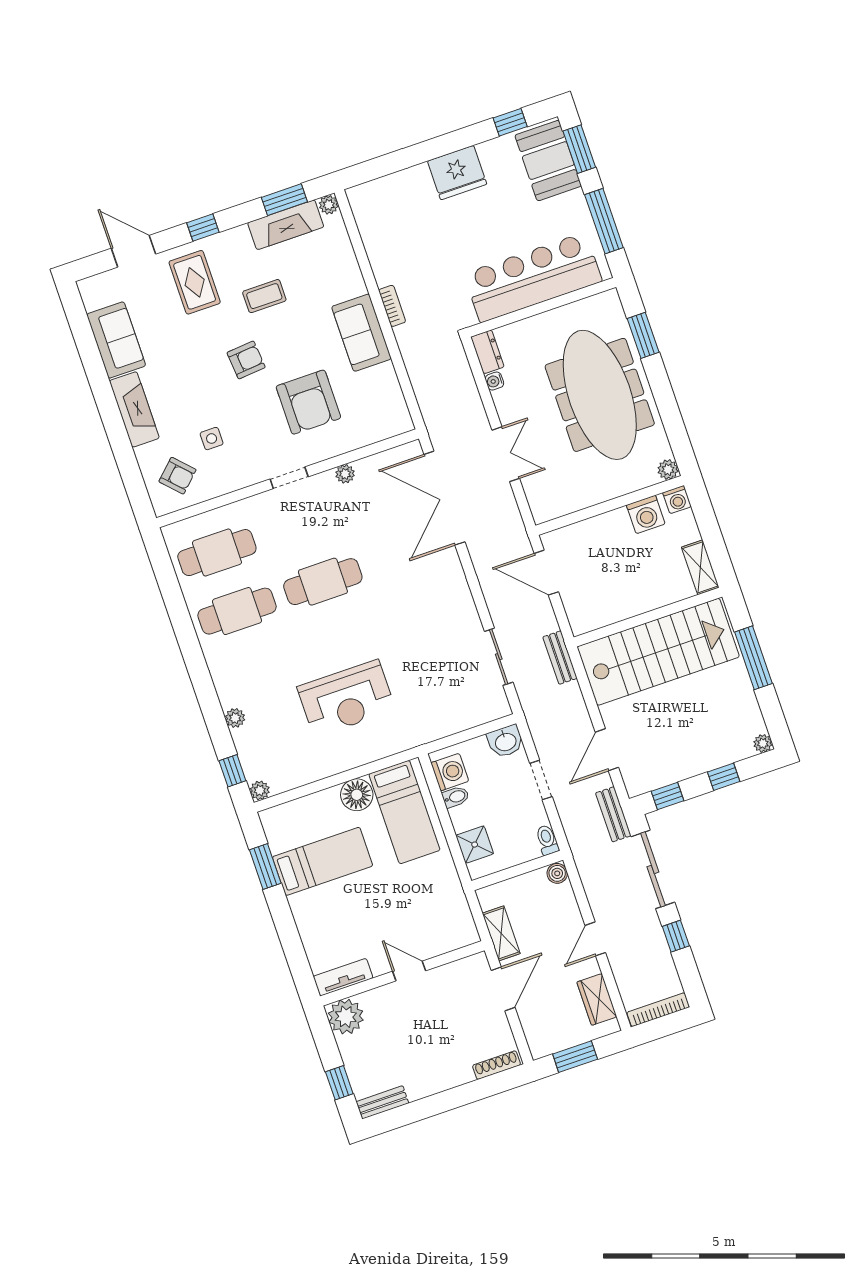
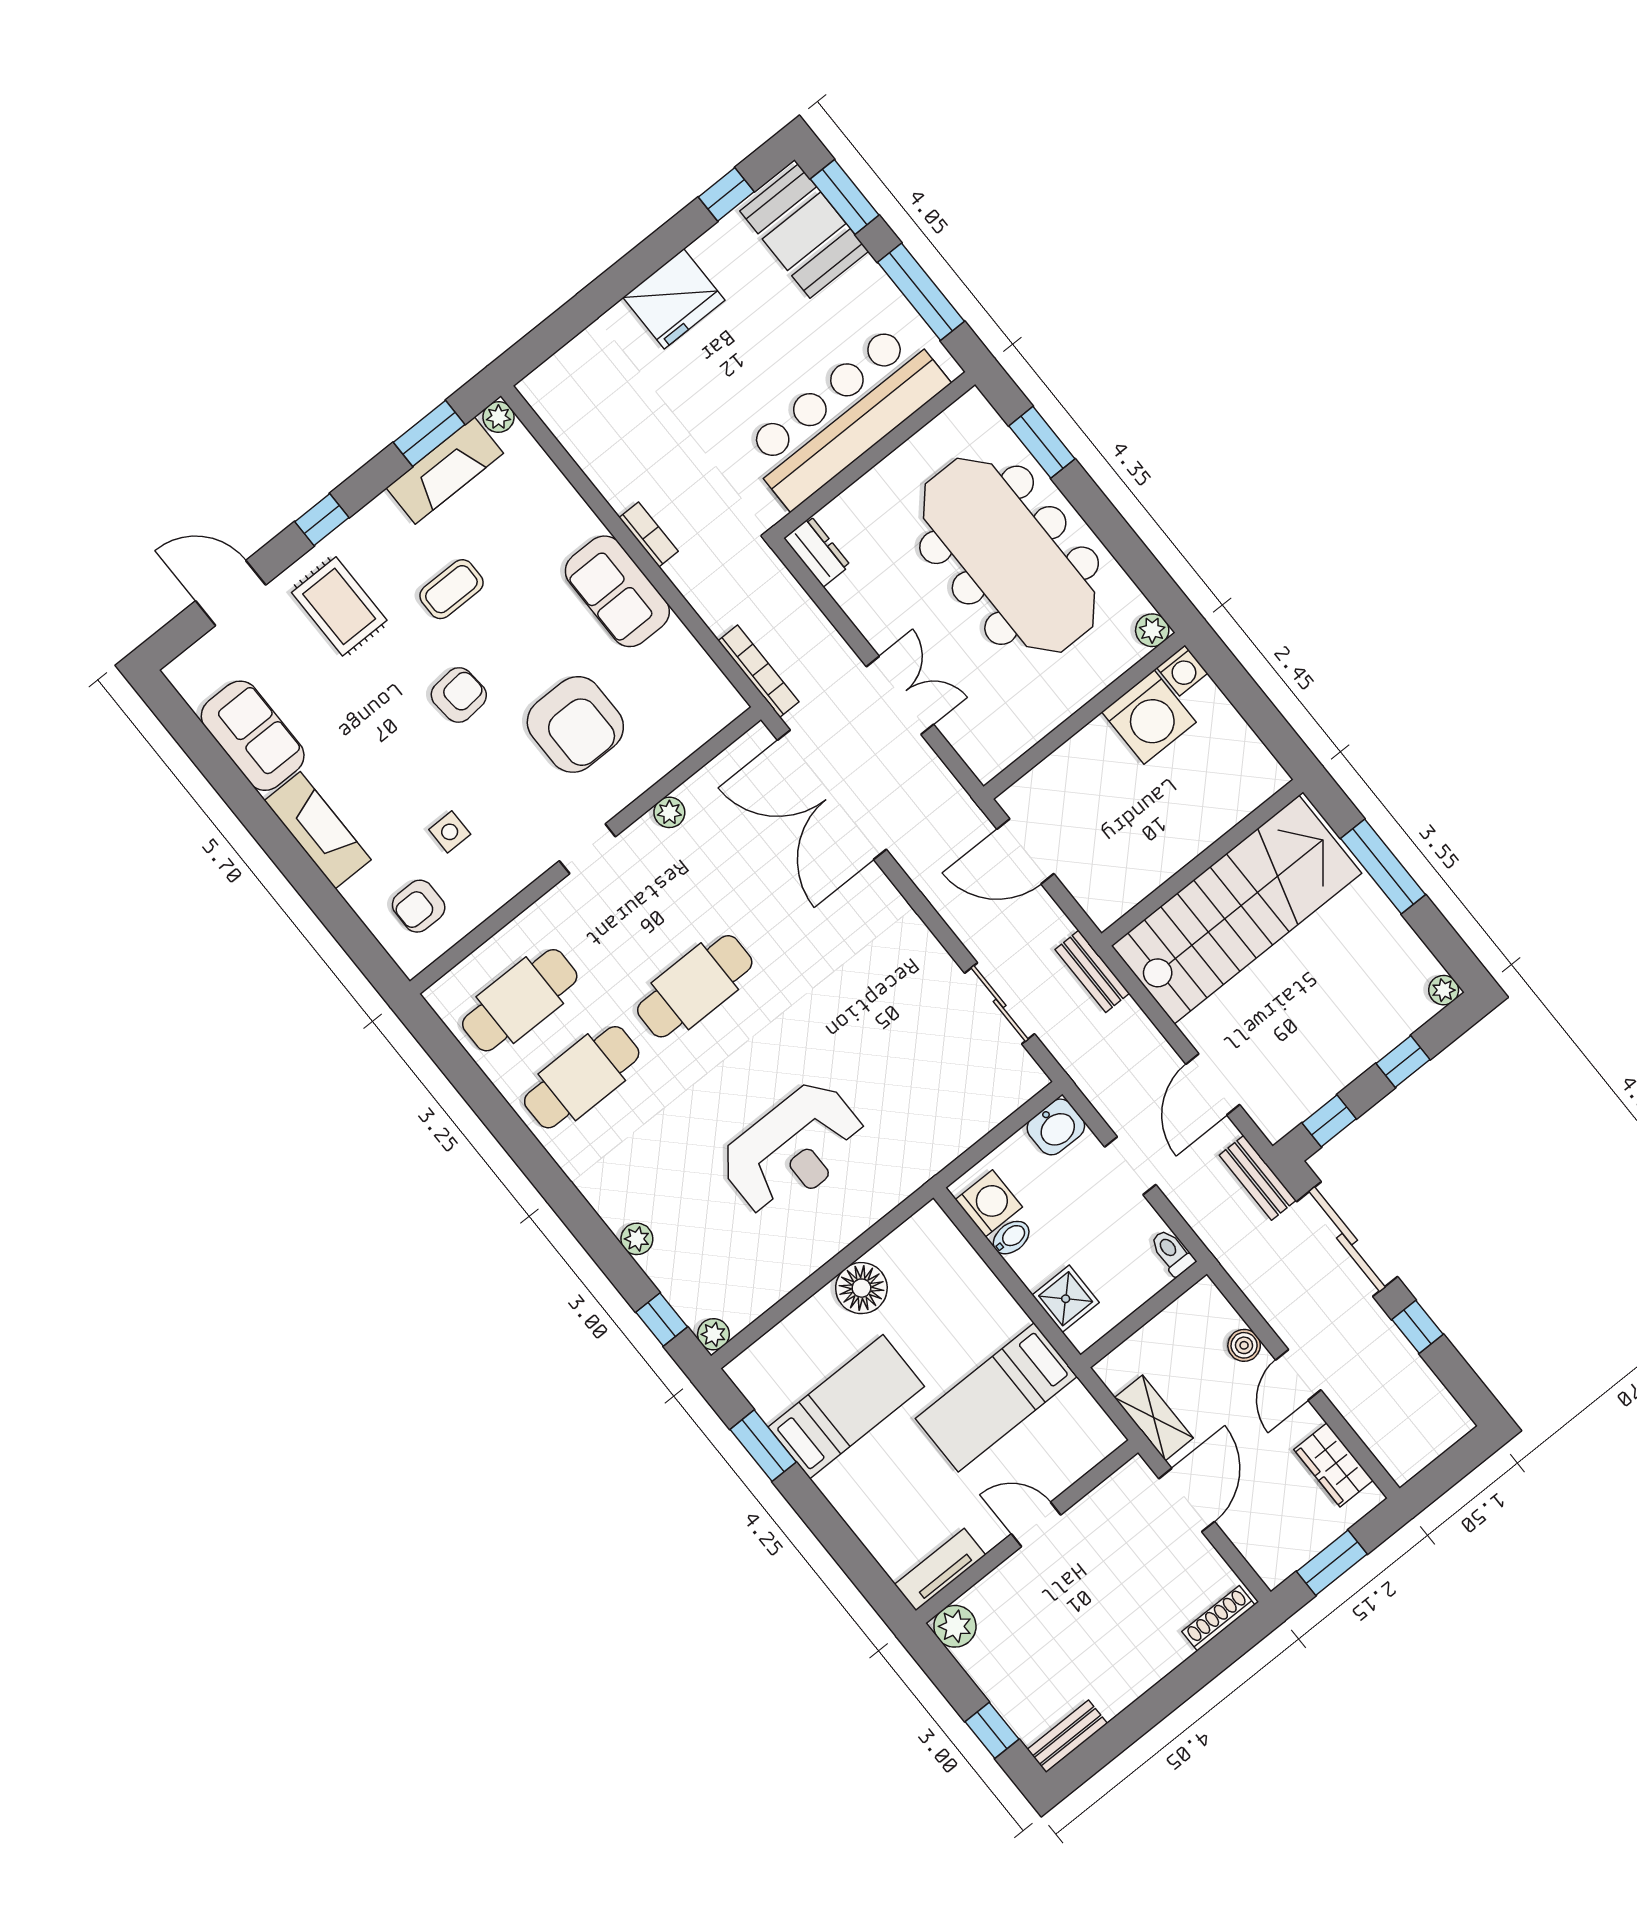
water cooler: (494, 381) -> (843, 592), removed
armchair: (177, 476) -> (419, 906), turned 134
washing machine: (646, 514) -> (1149, 717), width x1.37, depth x1.37
shelving: (700, 567) -> (1254, 759), removed
bed: (404, 812) -> (996, 1397), moved, turned 90
boiler: (557, 873) -> (1244, 1345), moved
bookcase: (658, 1010) -> (759, 671), moved, turned 90
plant: (346, 1017) -> (955, 1626), width x0.73, depth x0.73

